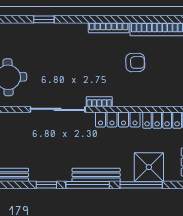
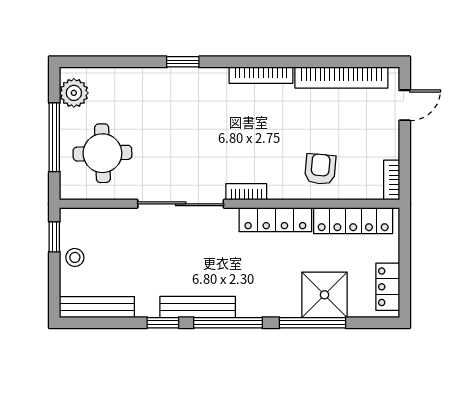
window: (44, 19) -> (183, 62), moved
armchair: (135, 63) -> (320, 169), moved, turned -83
bench: (96, 175) -> (198, 307), moved

